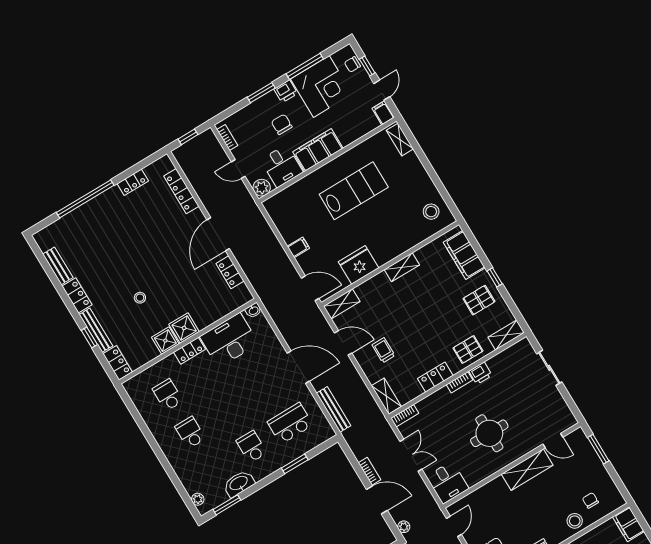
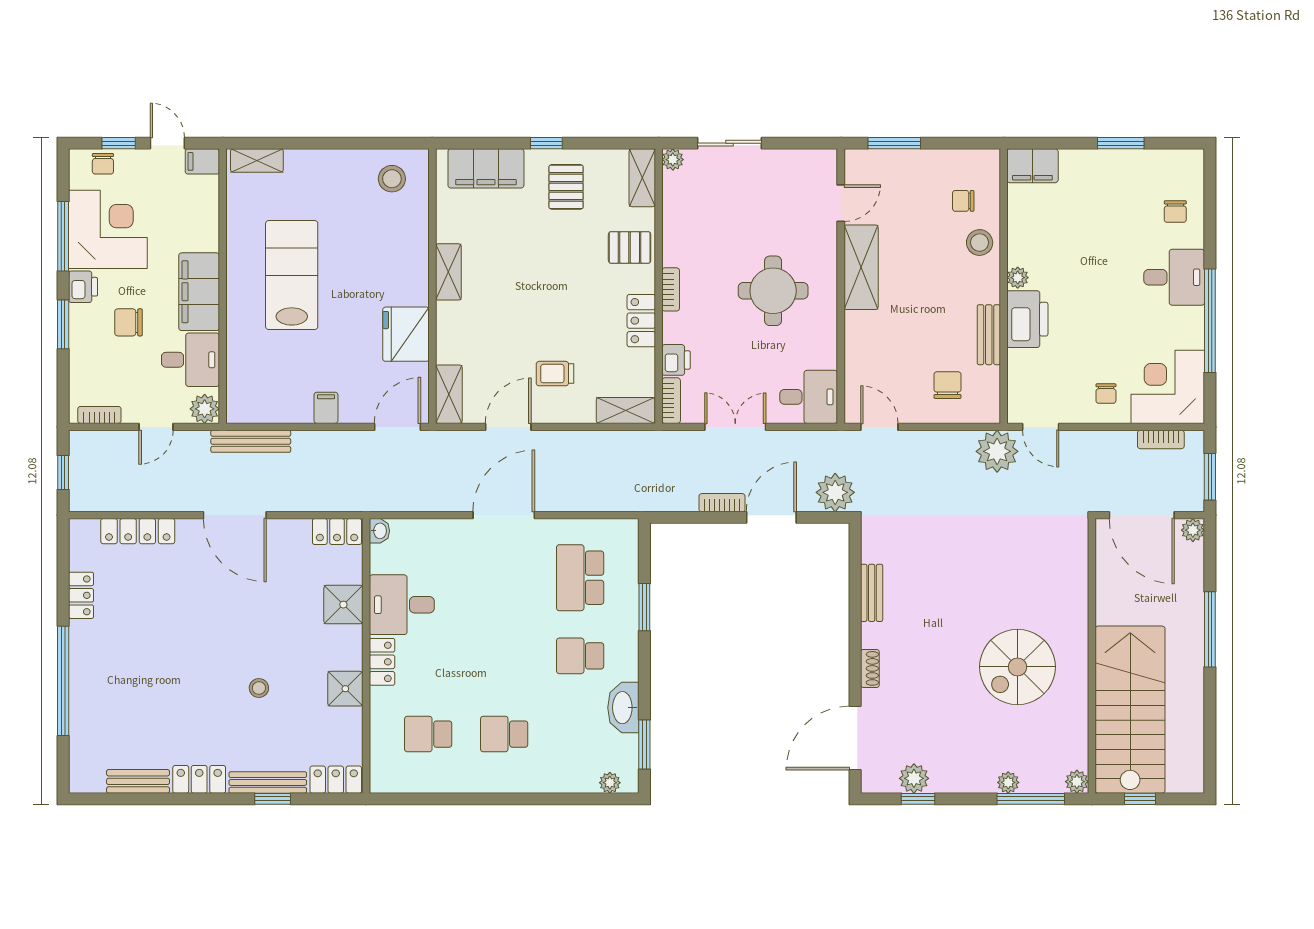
locker: (230, 272) -> (337, 532), moved
shower: (184, 328) -> (343, 605), moved
desk: (229, 340) -> (402, 605), width x0.73
plant: (524, 345) -> (673, 160), added
pallet: (468, 349) -> (630, 247), turned 90
printer: (481, 373) -> (676, 360), moved
bench: (334, 409) -> (251, 441), moved
plant: (404, 527) -> (835, 492), width x1.87, depth x1.87

